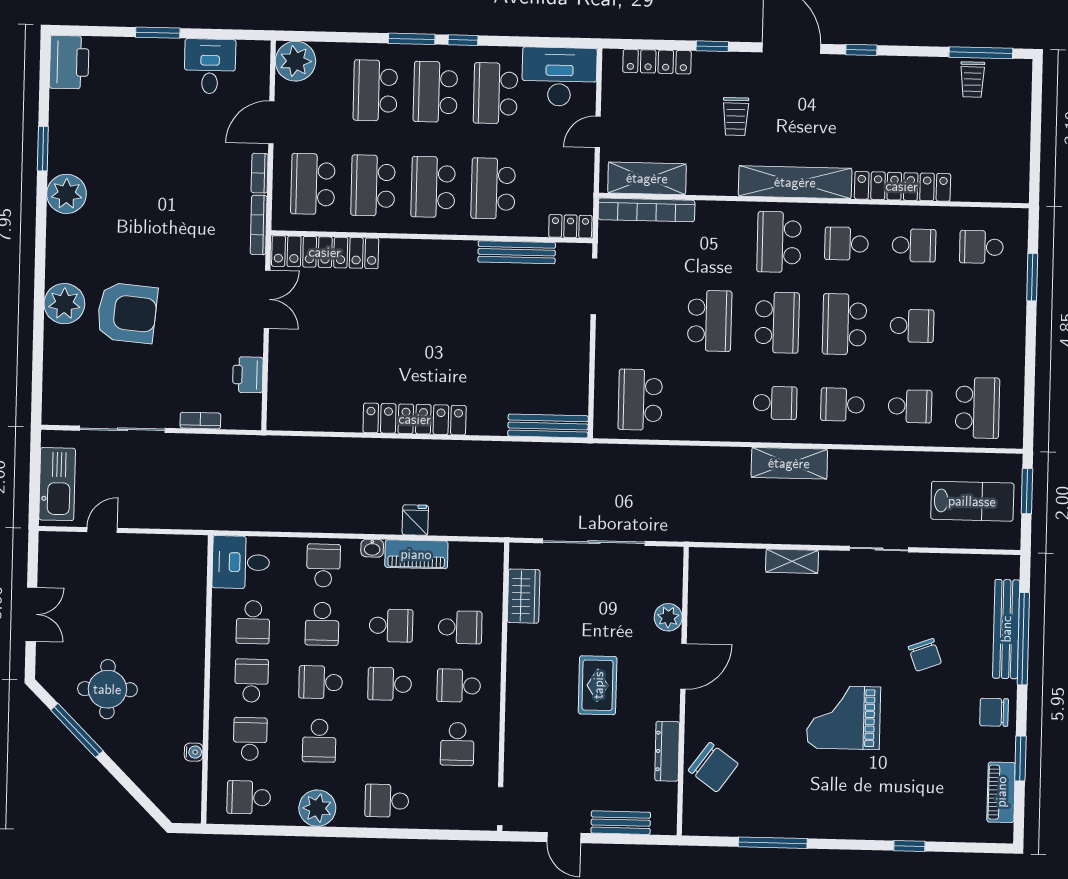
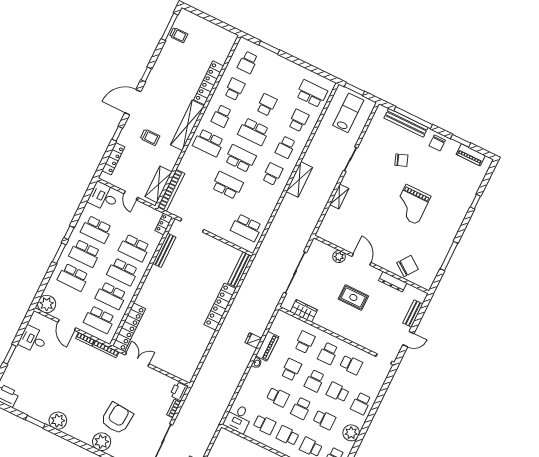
desk: (559, 77) -> (103, 197), width x0.73
printer: (248, 375) -> (179, 391), moved, turned 90
locker: (415, 419) -> (220, 307), moved
school desk: (323, 565) -> (338, 392), moved

